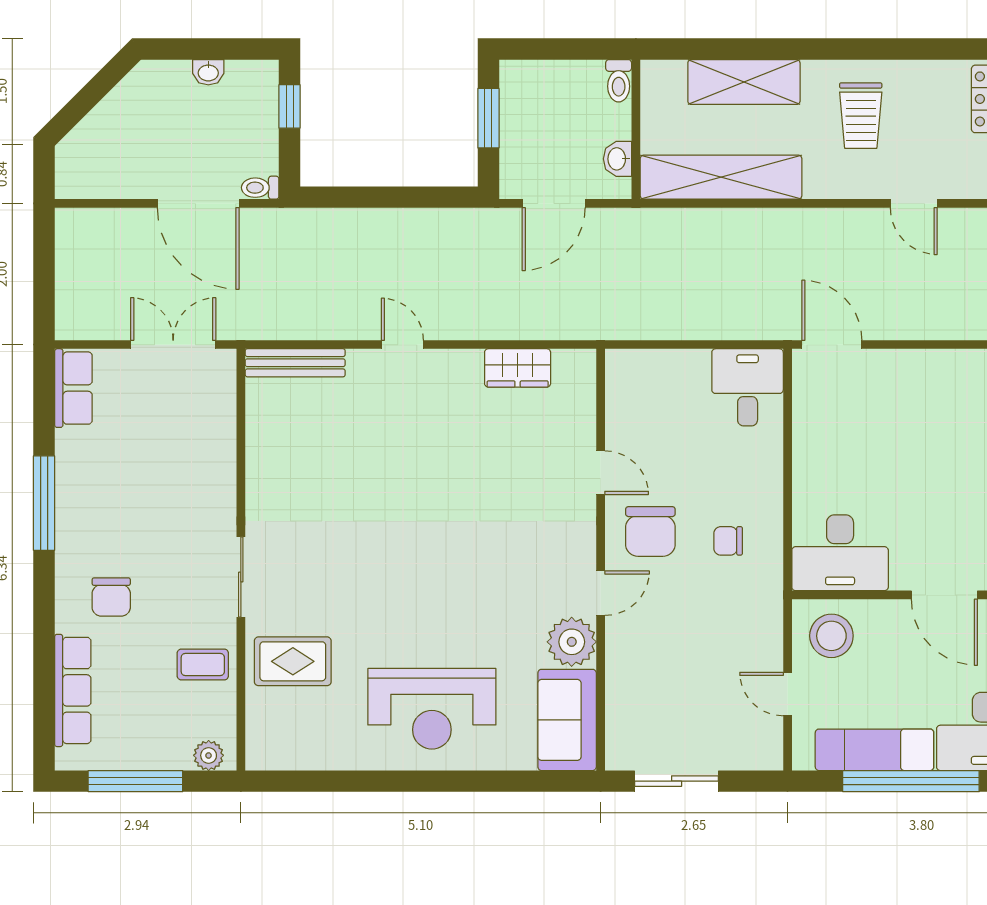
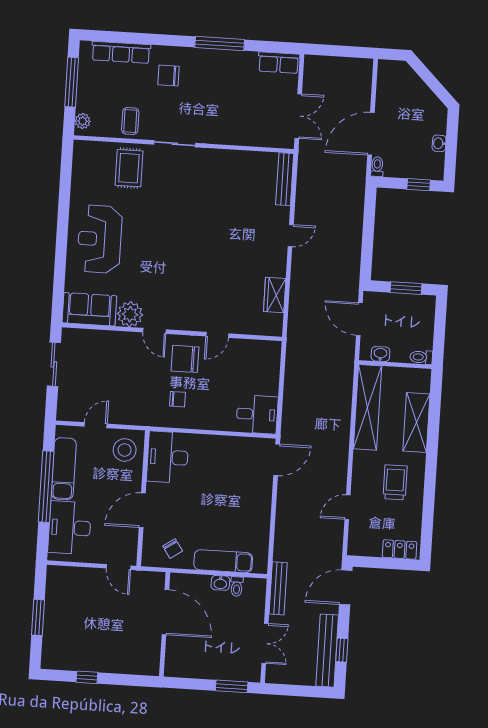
trolley: (861, 116) -> (395, 482), turned 90
chair: (728, 541) -> (178, 399), turned 90

